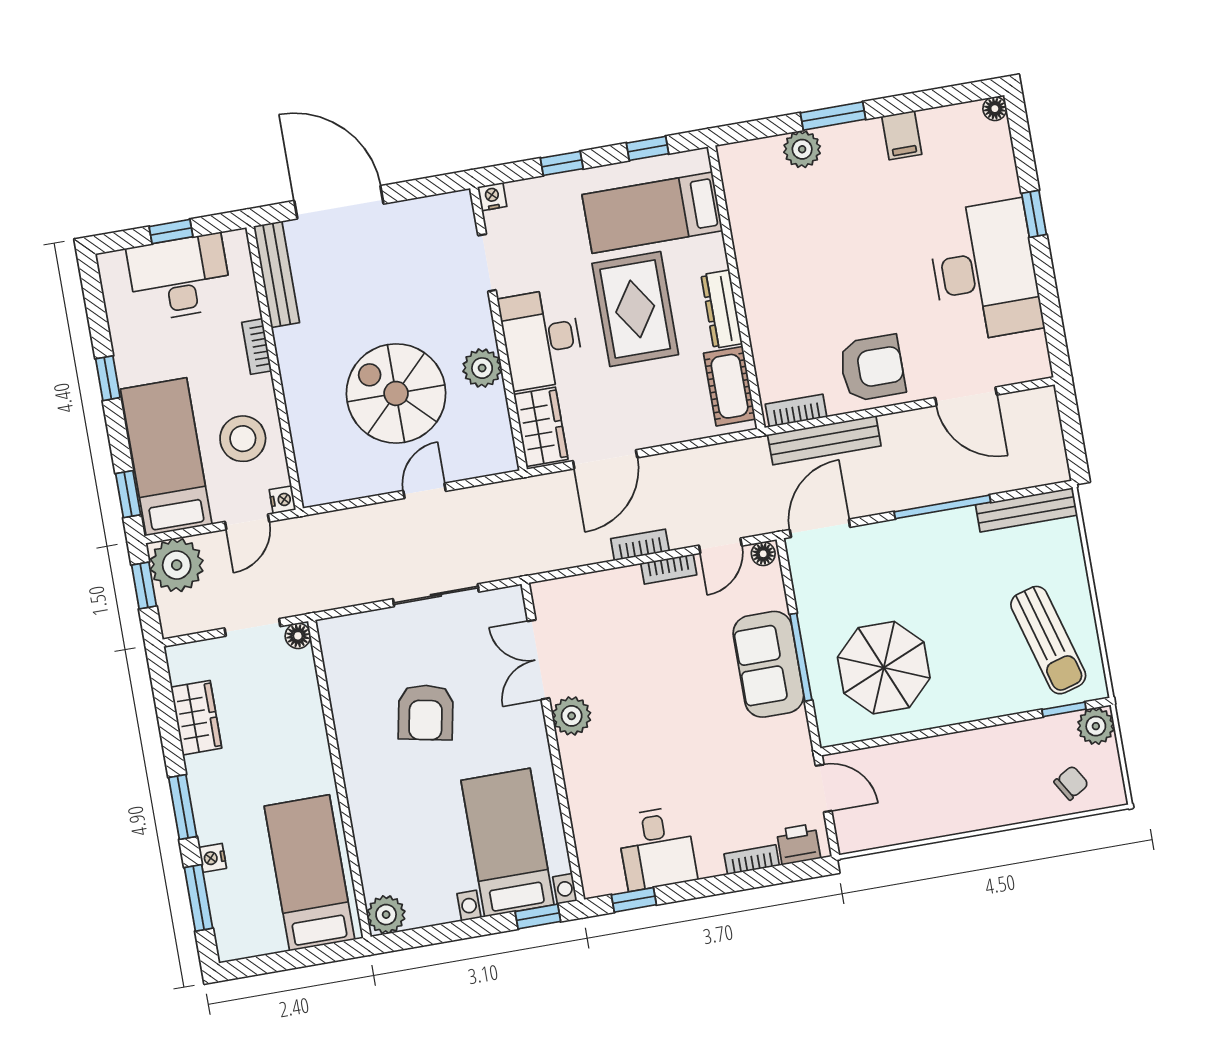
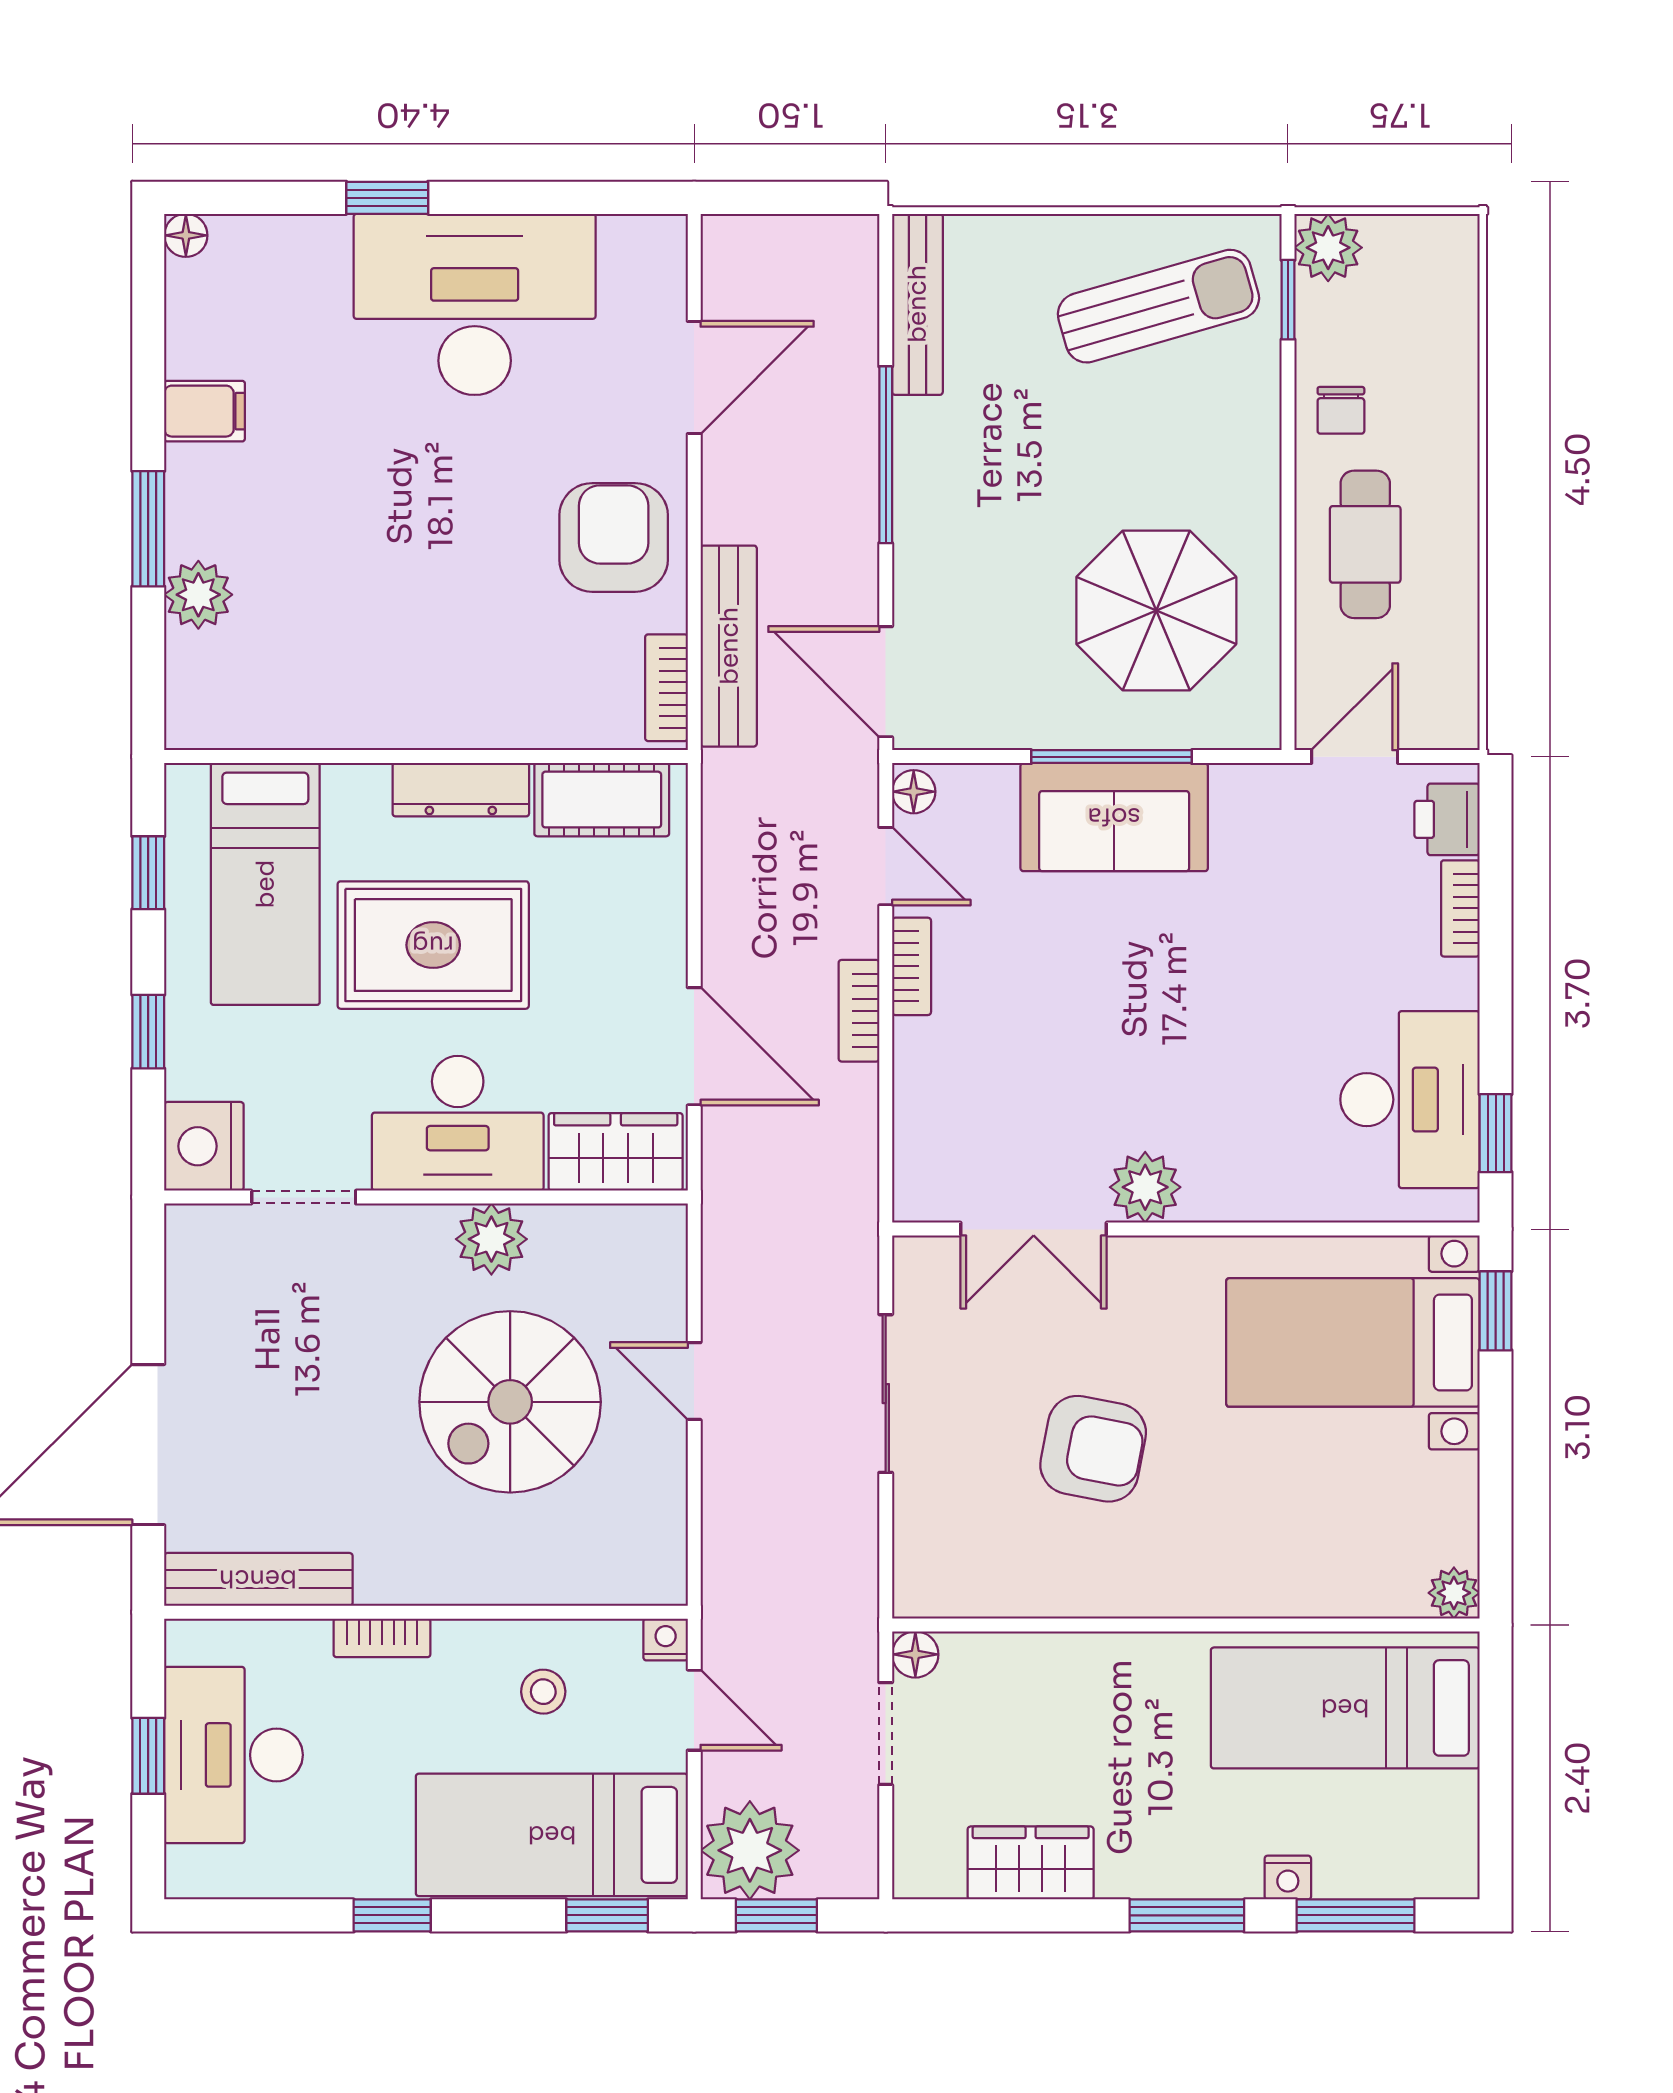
nightstand: (492, 197) -> (204, 1146), width x1.89, depth x1.79
stool: (243, 439) -> (543, 1692), width x0.53, depth x0.53
cafe table: (939, 774) -> (1365, 544), added
chair: (1071, 783) -> (1341, 410), moved, turned -149
desk: (657, 848) -> (1410, 1100), width x1.37
plant: (386, 915) -> (1454, 1593), width x0.73, depth x0.73

